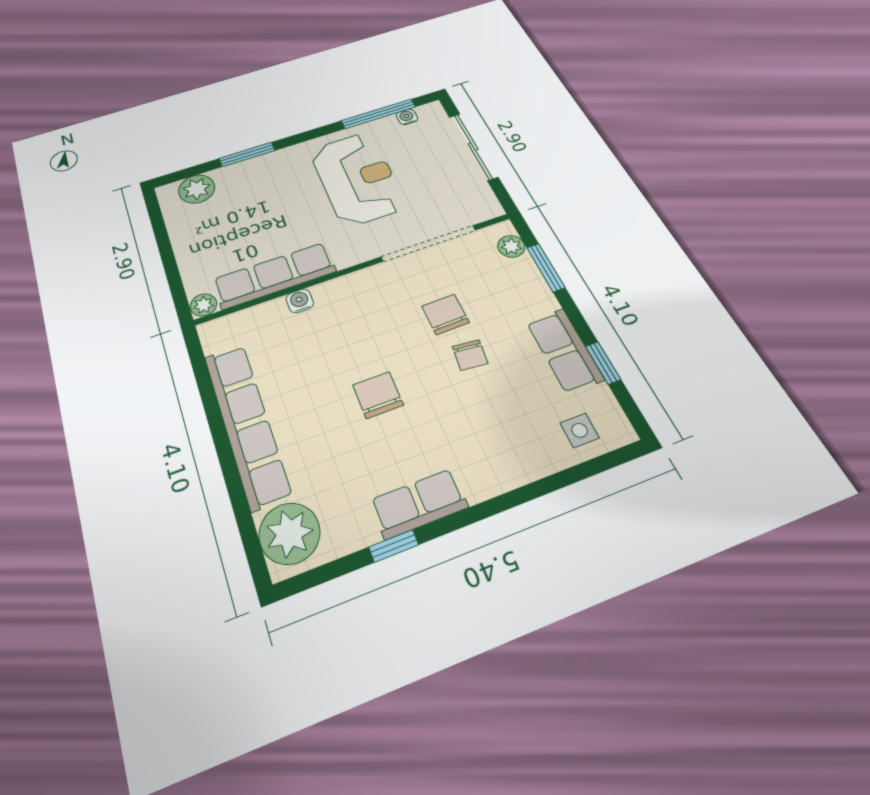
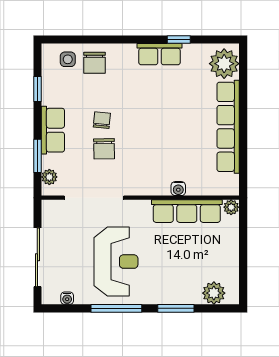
window: (378, 114) -> (116, 308), moved
reception desk: (357, 178) -> (116, 262), turned 180
row of seats: (565, 350) -> (53, 130), moved
chair: (378, 395) -> (94, 63), moved

